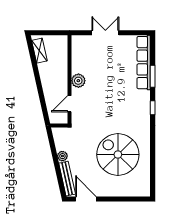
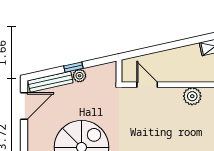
plant: (78, 81) -> (192, 96), moved
window: (56, 161) -> (73, 67), added

